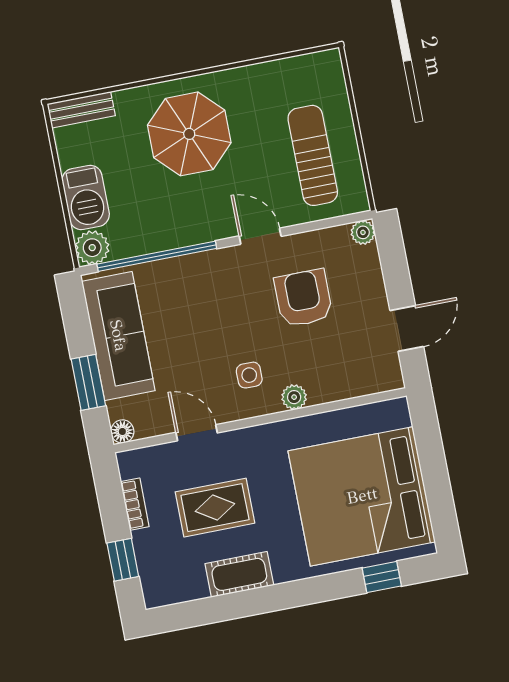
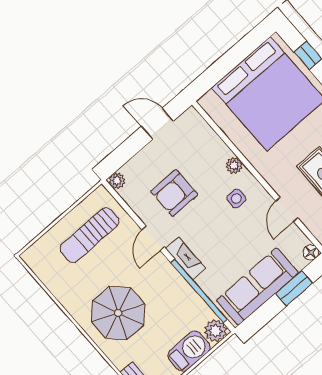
fireplace: (209, 263) -> (186, 258), added

